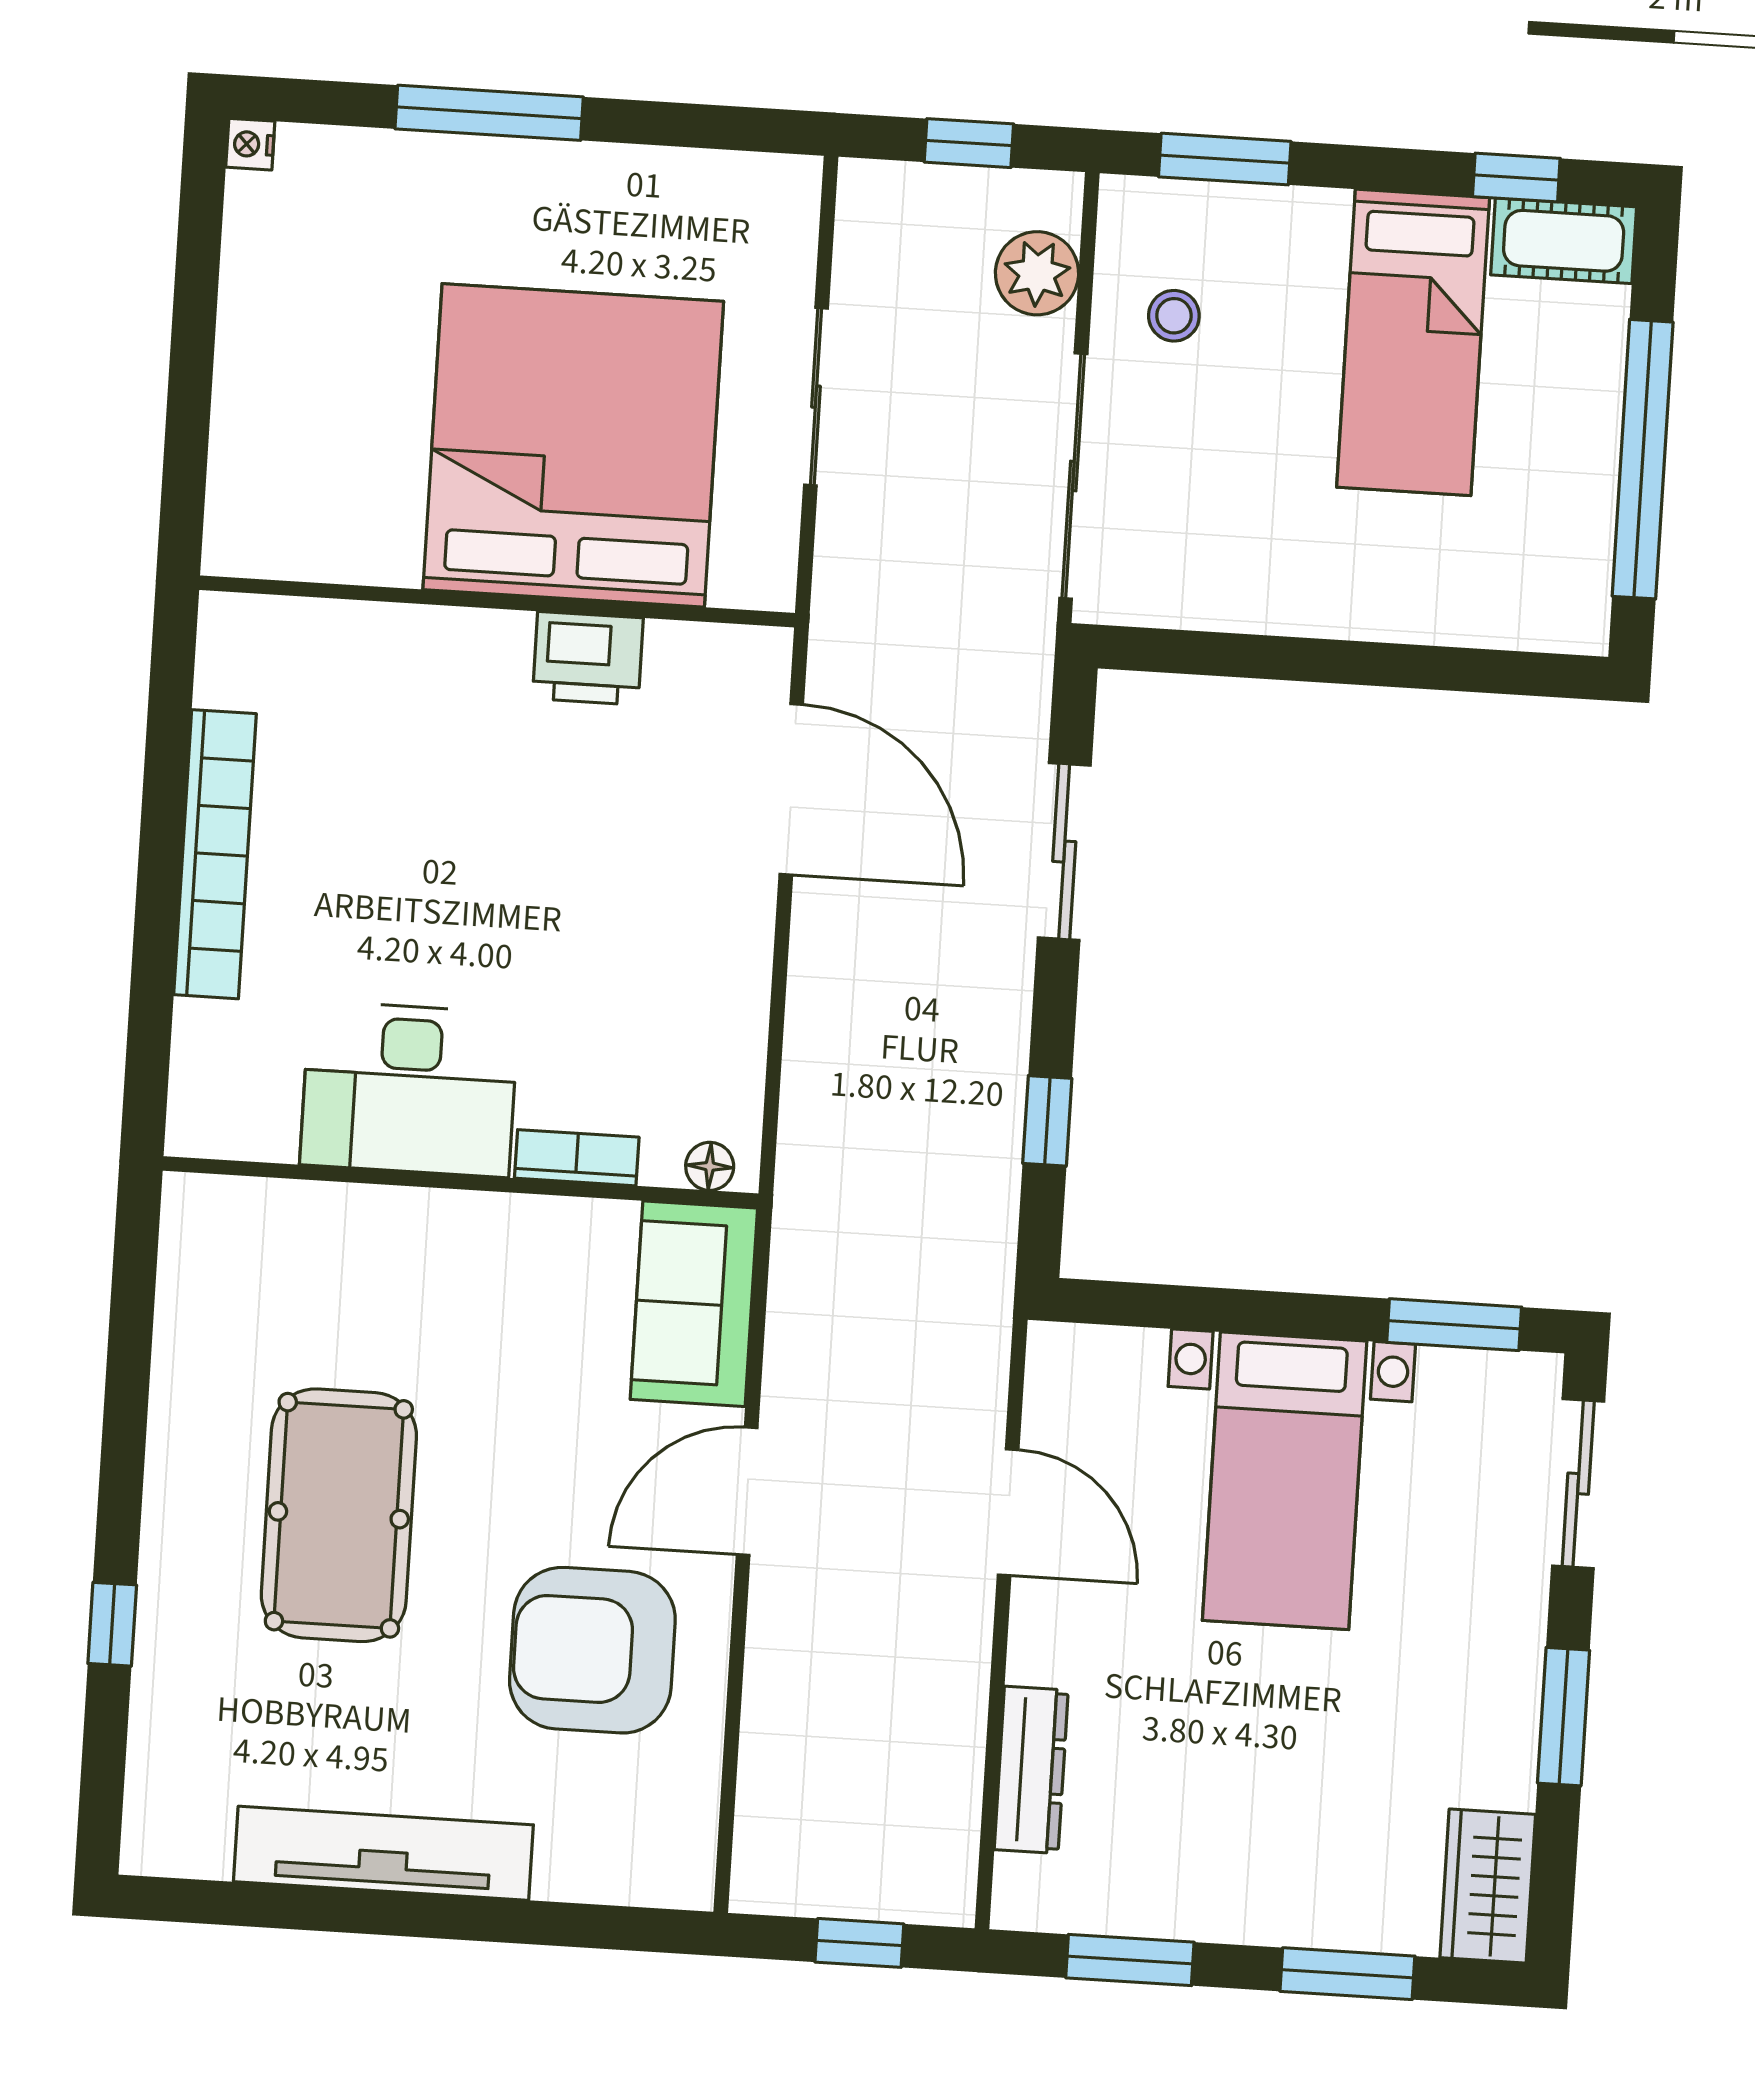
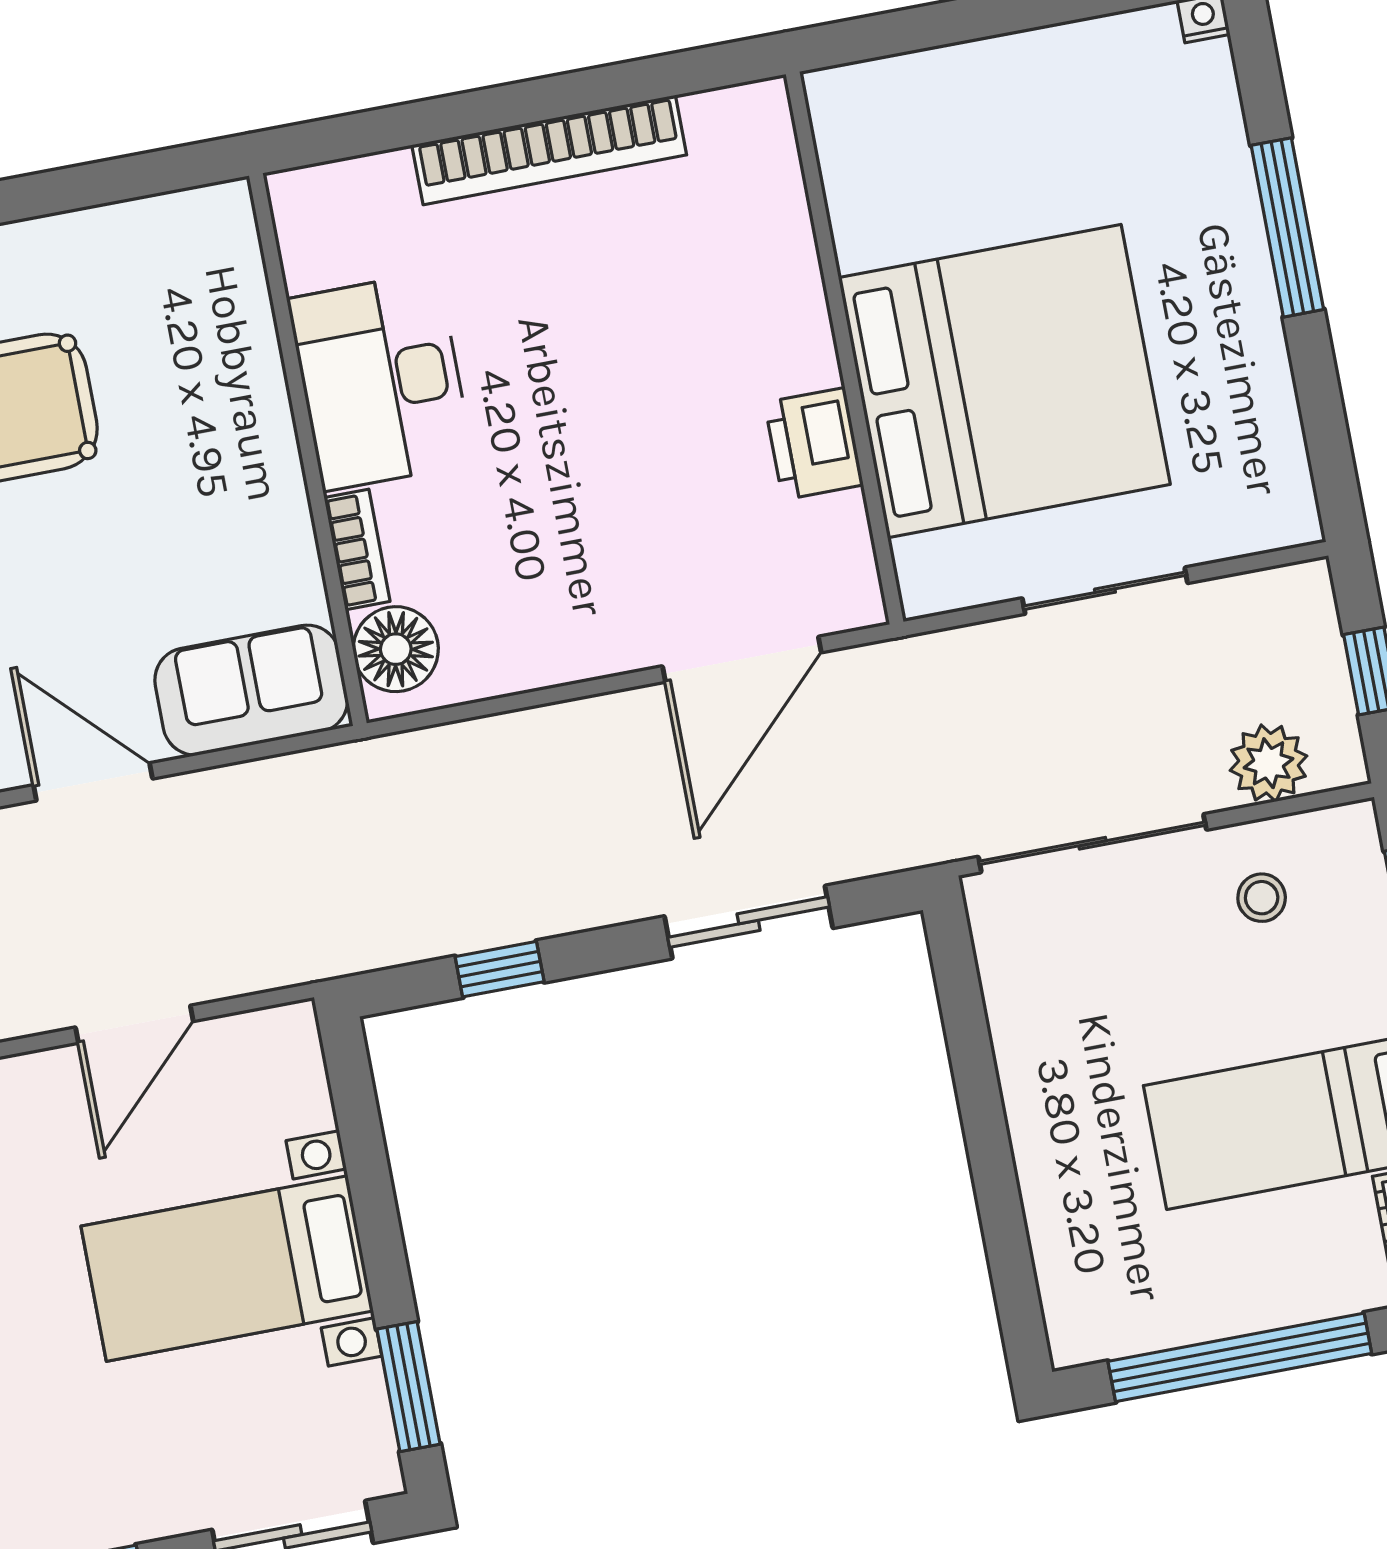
floor lamp: (710, 1166) -> (396, 649), width x1.89, depth x1.89

